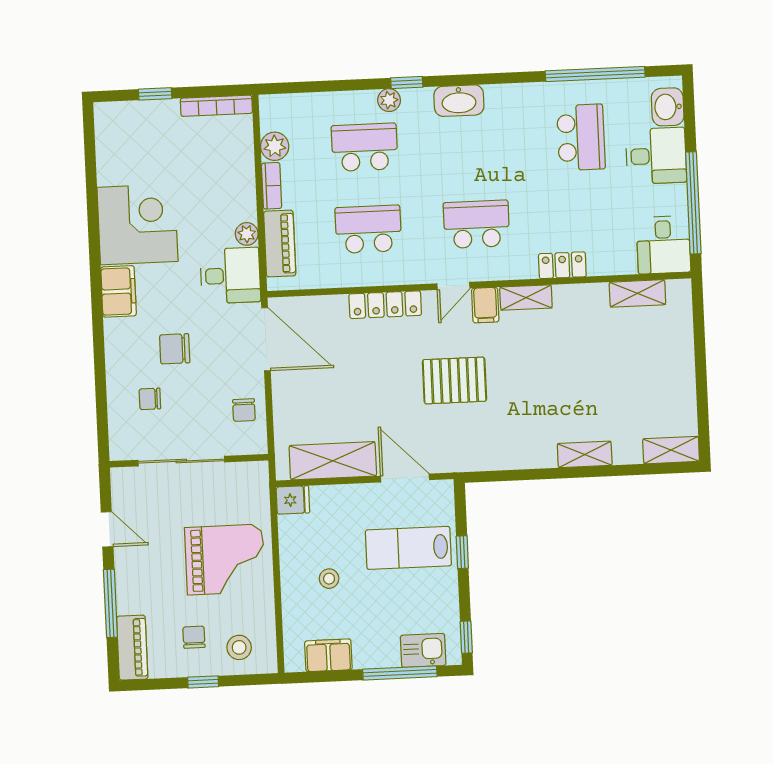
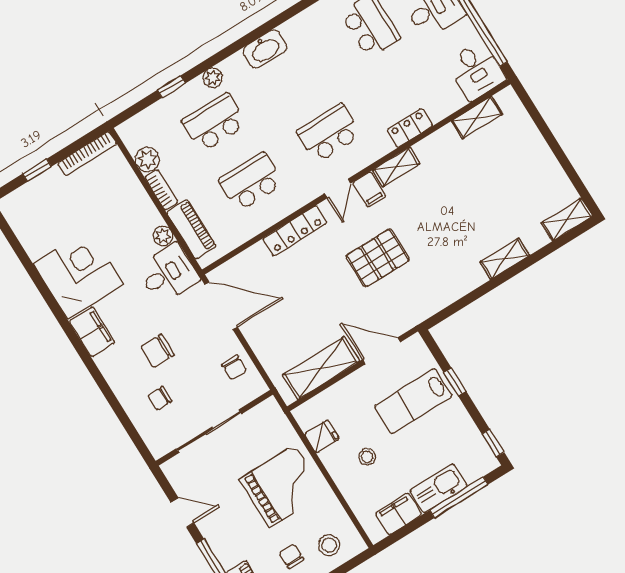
window: (407, 82) -> (171, 87), moved
fridge: (293, 500) -> (322, 436), moved
kitchen sink: (423, 650) -> (439, 488), moved, width x1.38

